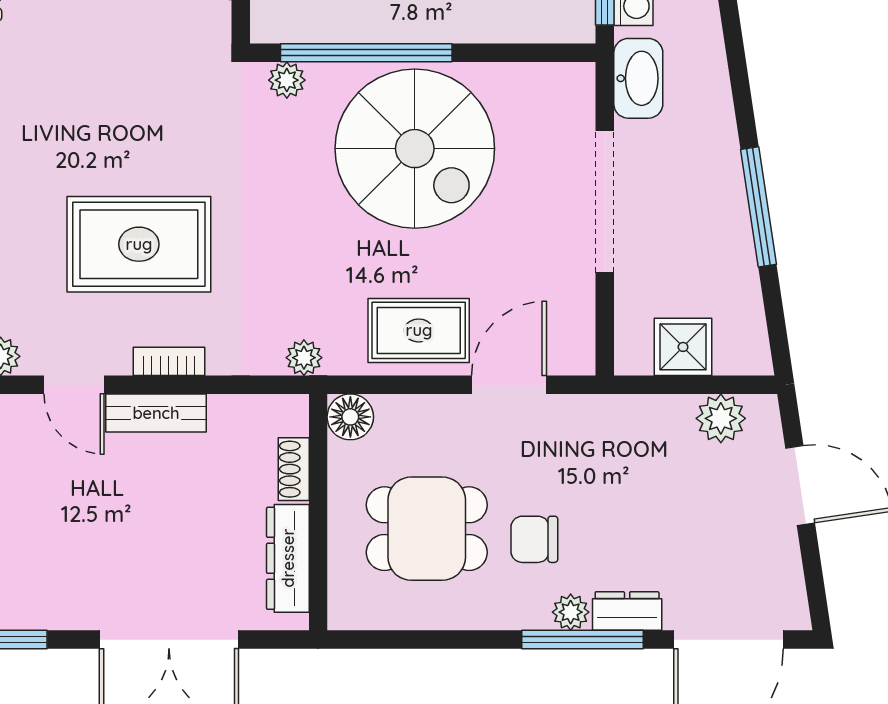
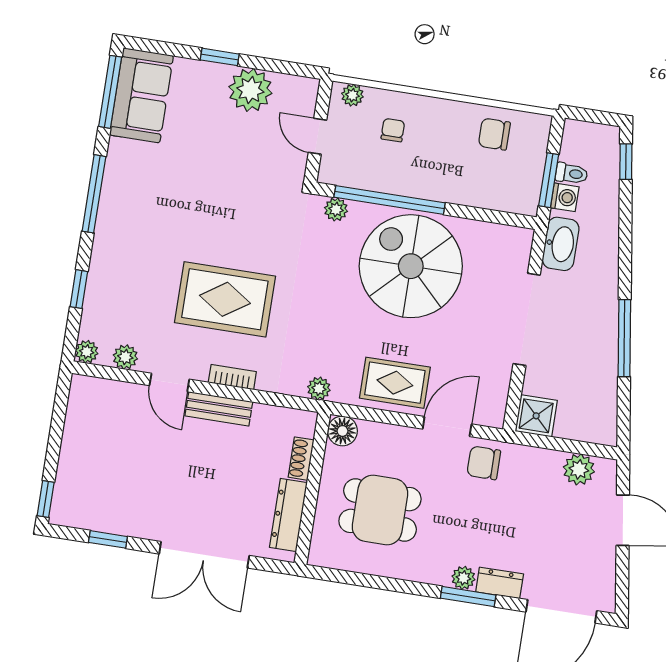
spiral stairs: (415, 149) -> (411, 266), turned 180
shower: (683, 347) -> (536, 416), moved
chair: (534, 539) -> (484, 463), moved
window: (582, 640) -> (468, 597), width x0.69

